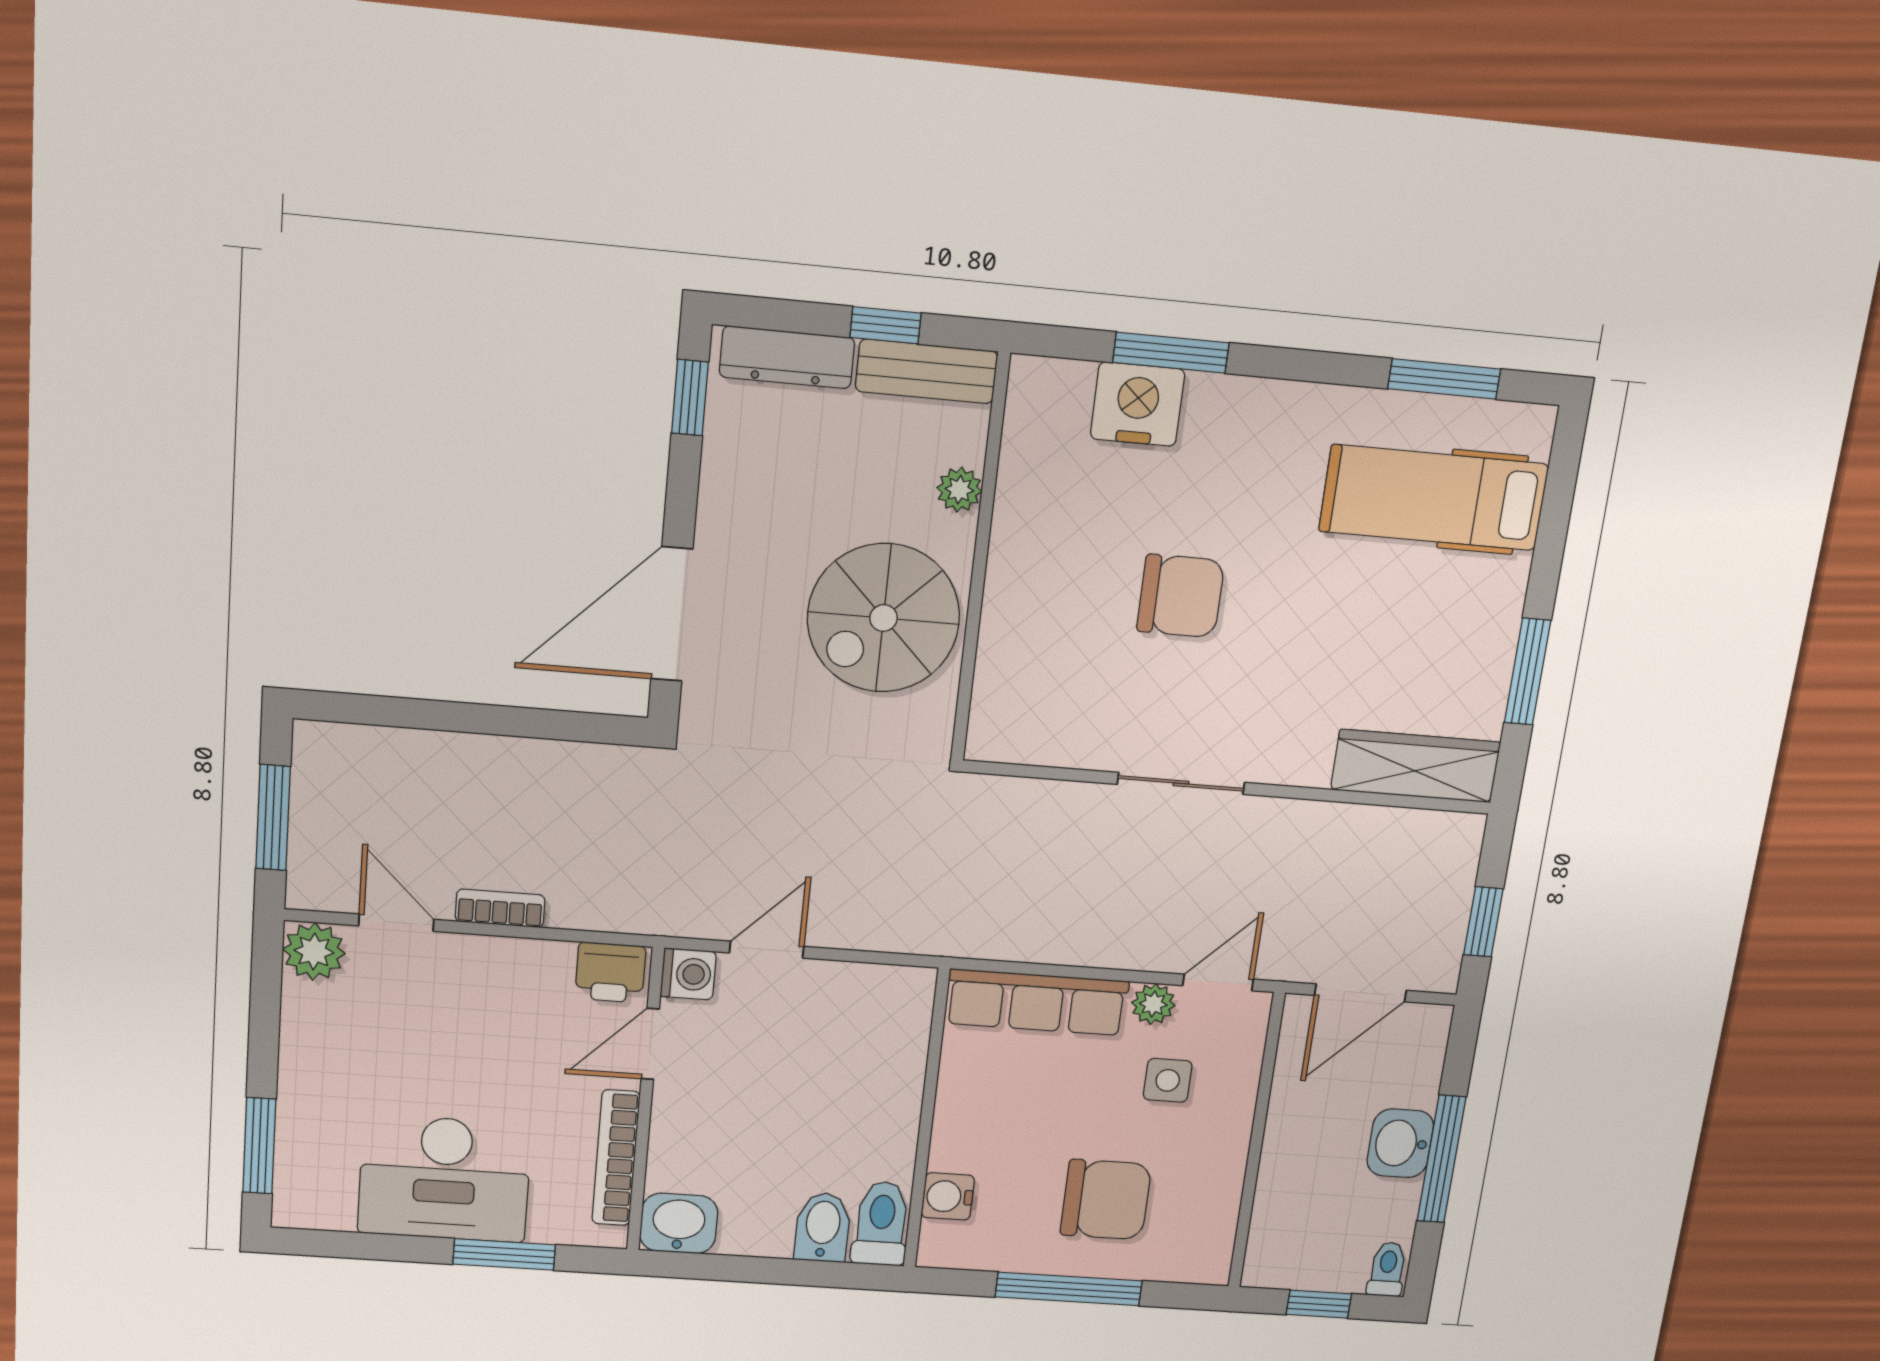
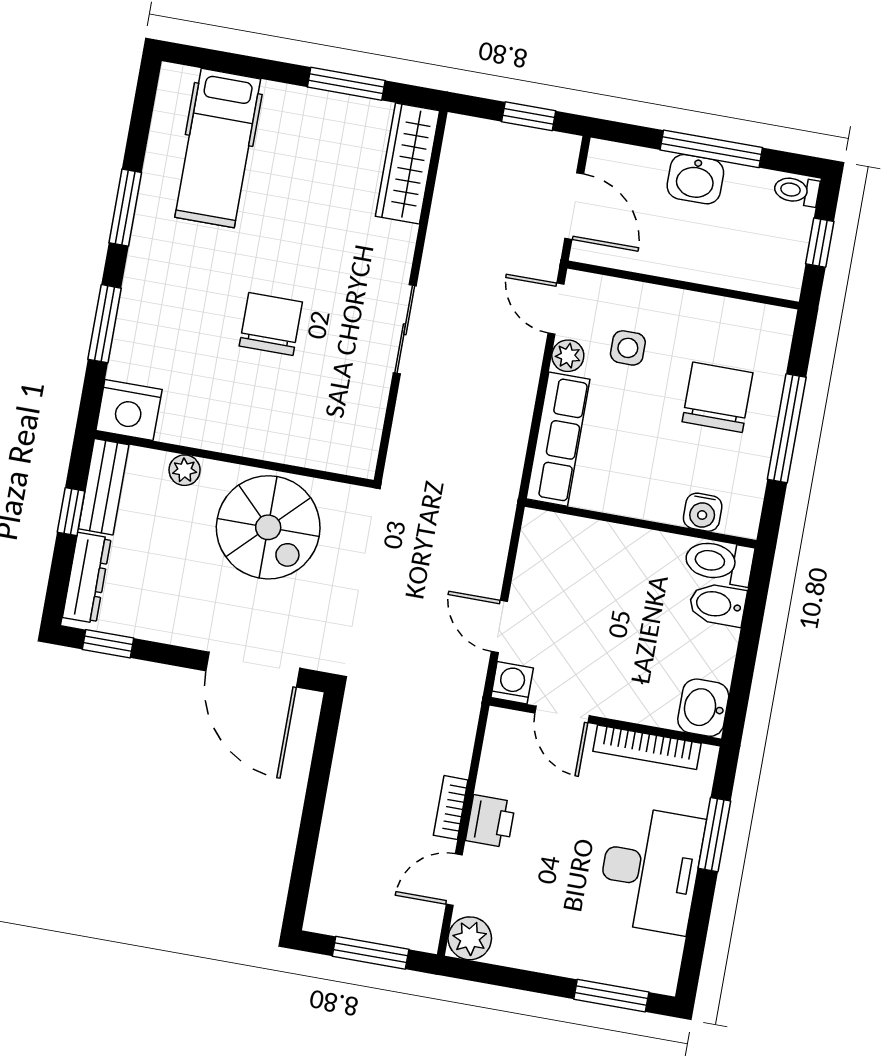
window: (1444, 379) -> (125, 208), moved
nightstand: (1138, 404) -> (129, 410), moved, turned -90
printer: (610, 972) -> (490, 821), moved

